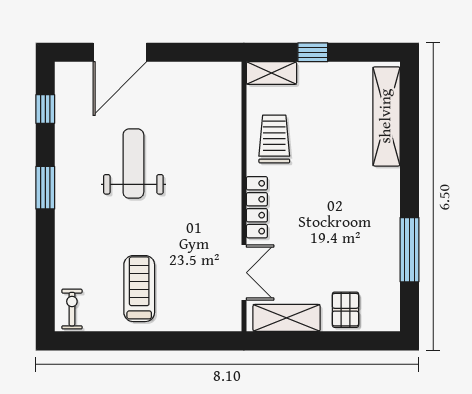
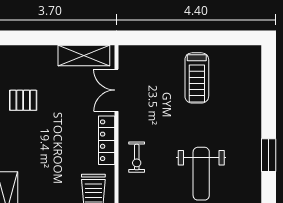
exercise bike: (72, 309) -> (137, 157), moved
pallet: (345, 310) -> (23, 100), moved, turned 90

